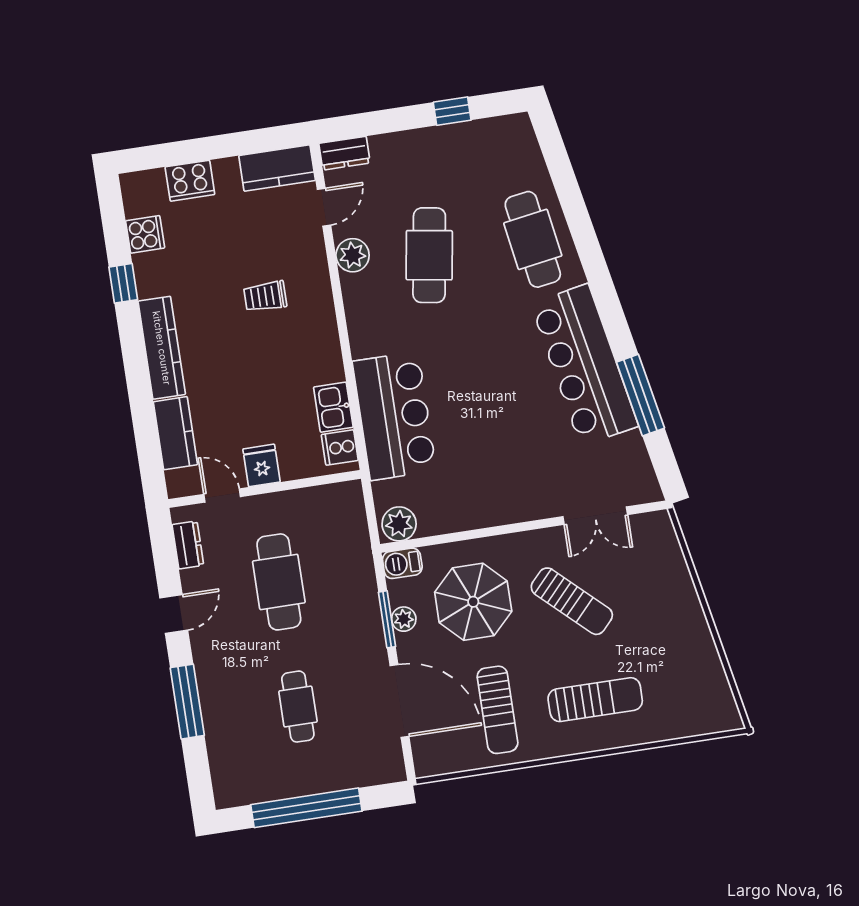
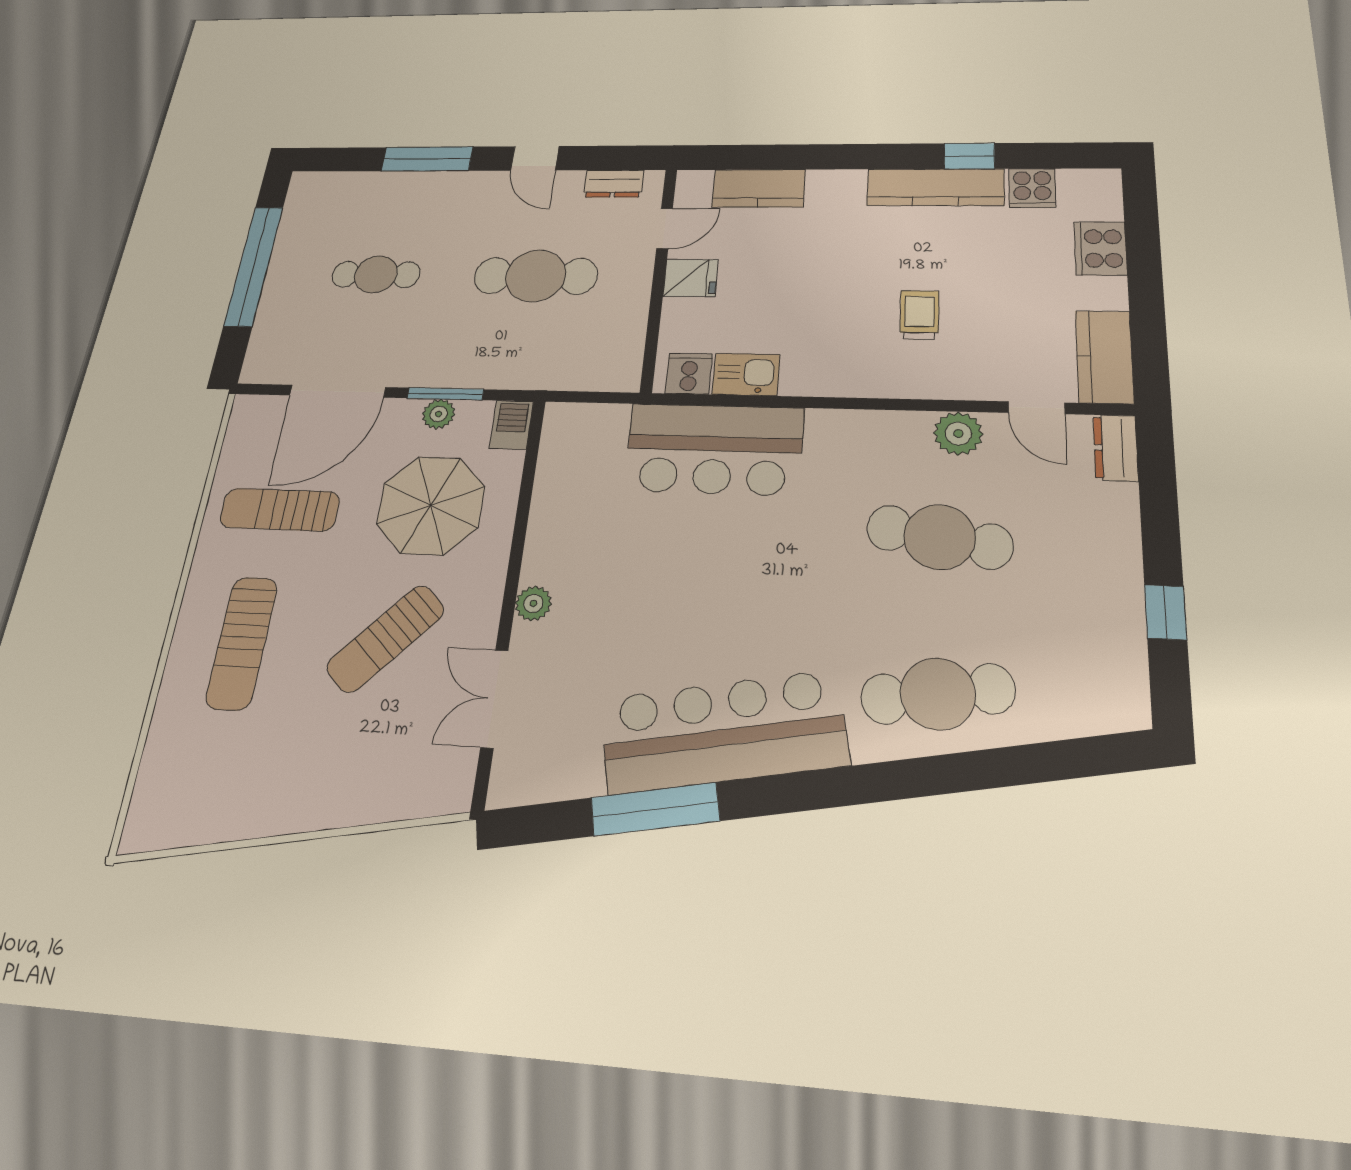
kitchen counter: (162, 348) -> (935, 187), moved
plant: (399, 524) -> (533, 603), moved, width x0.73, depth x0.73

